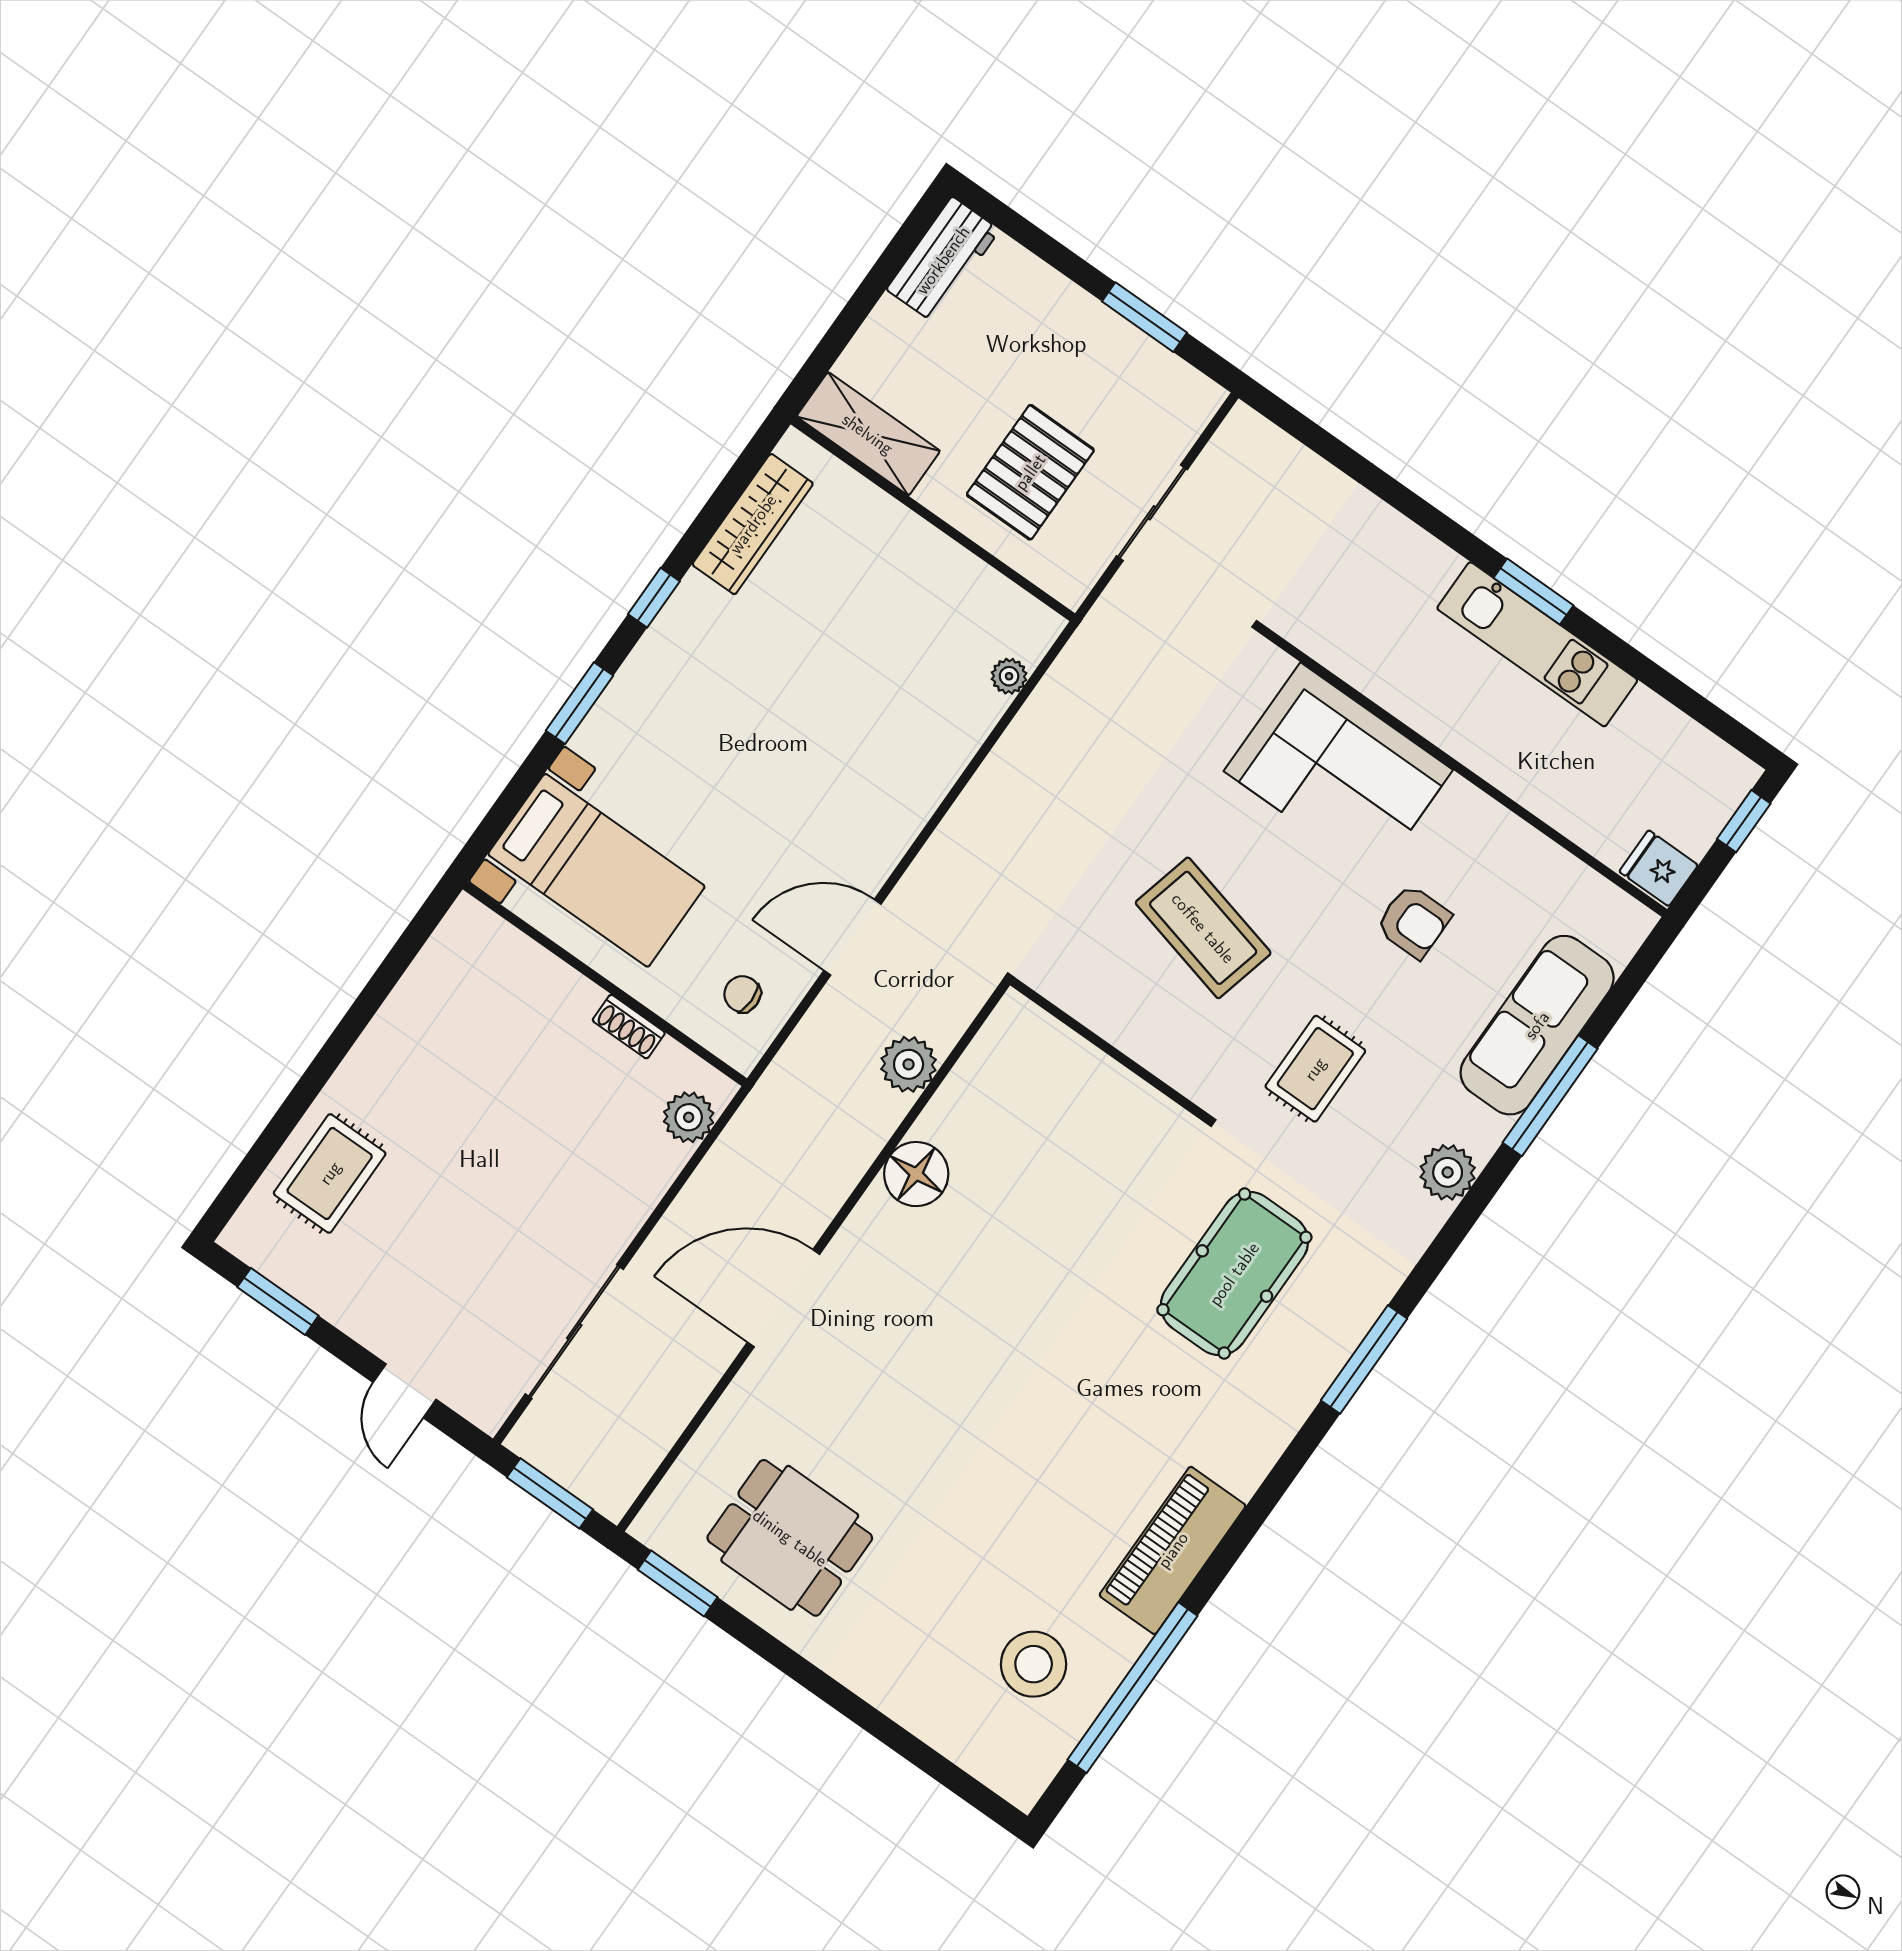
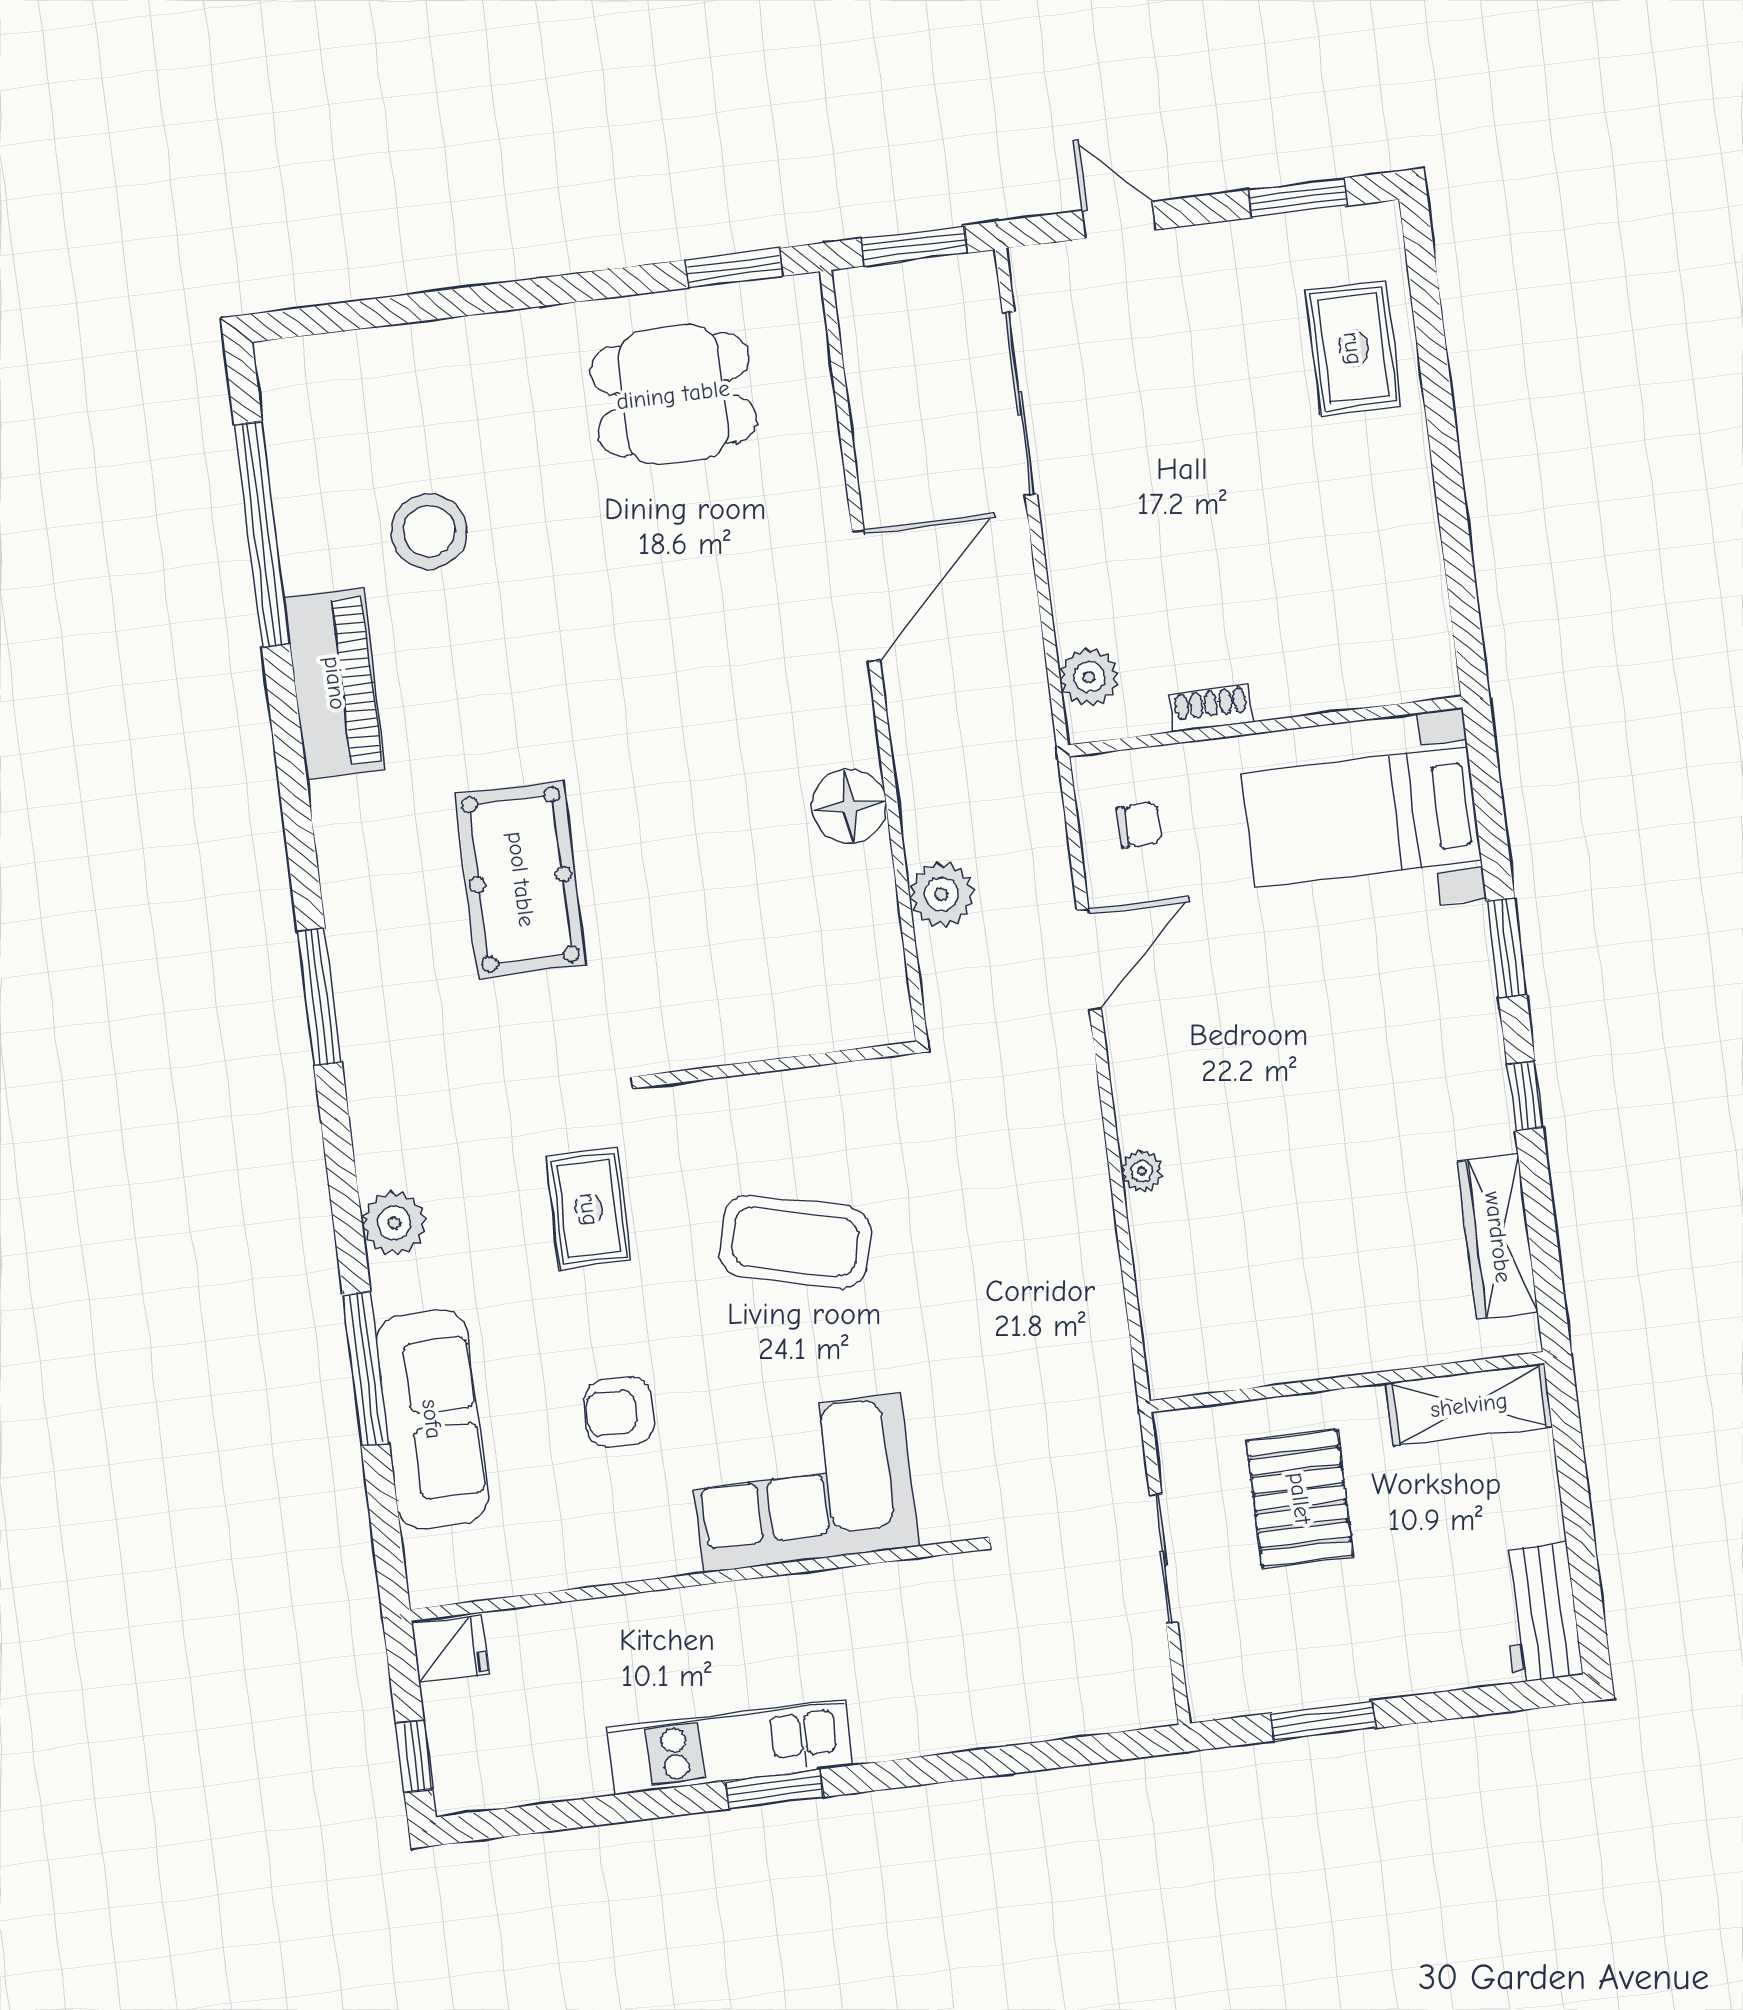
plant: (1009, 676) -> (1142, 1171), moved
pool table: (1234, 1274) -> (521, 879), moved
stool: (1034, 1664) -> (429, 531), moved

